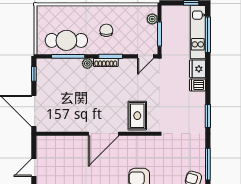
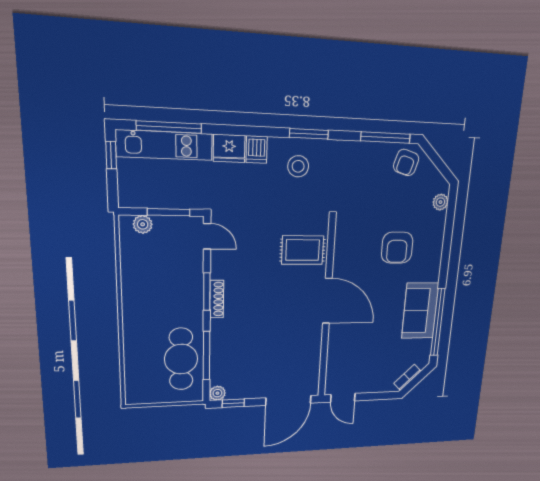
chair: (106, 30) -> (164, 299), removed
plant: (87, 63) -> (217, 393), moved
stool: (189, 110) -> (298, 166), added
door: (34, 168) -> (343, 398), moved

